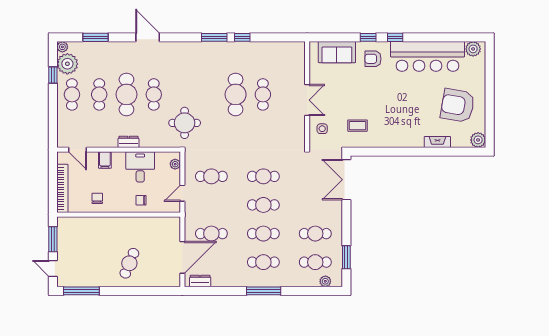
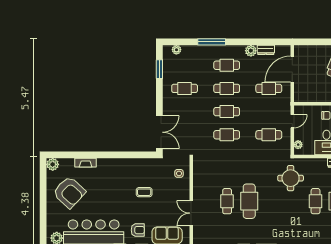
double door: (307, 100) -> (191, 213), moved
armchair: (458, 105) -> (69, 192), turned 33
coffee table: (357, 126) -> (144, 192), moved
cafe table: (315, 262) -> (185, 65), removed
plant: (234, 280) -> (251, 51), added
dresser: (200, 281) -> (266, 50), moved
window: (264, 291) -> (212, 42), moved

